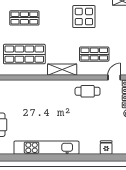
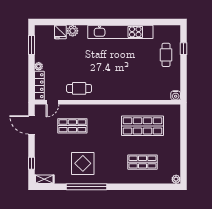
shelving: (62, 70) -> (105, 110), removed
plant: (94, 149) -> (73, 31), added

